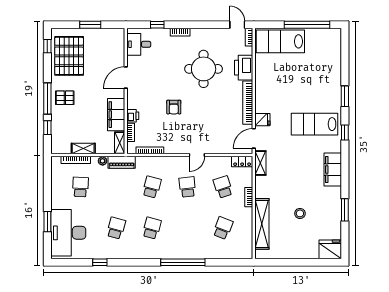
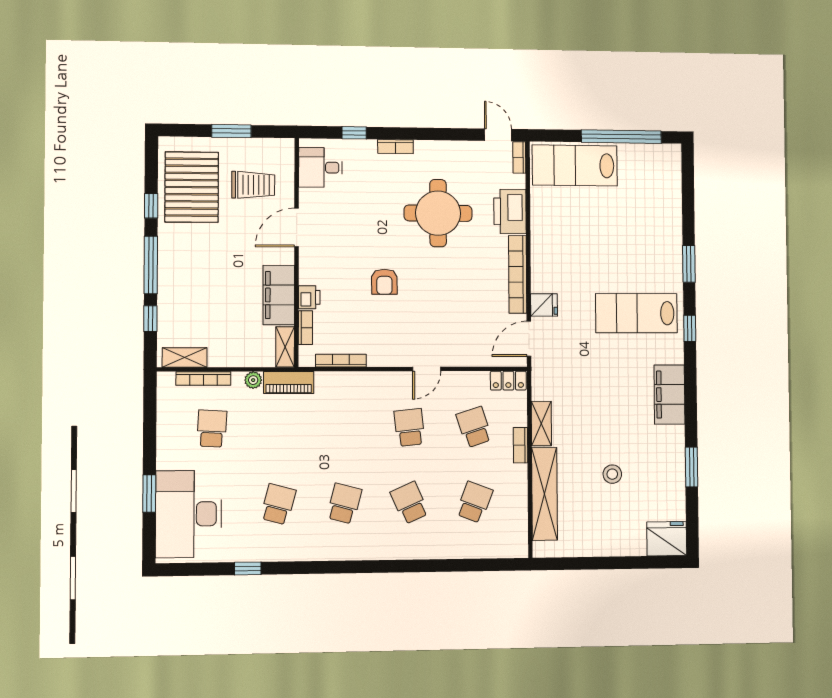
window: (47, 46) -> (151, 206), moved
trolley: (102, 54) -> (253, 185), added
pallet: (65, 98) -> (183, 264), removed
shelving: (83, 149) -> (185, 357), moved
shelving: (260, 163) -> (541, 424), moved
school desk: (152, 187) -> (410, 503), moved, turned -39
window: (183, 262) -> (402, 566), removed

